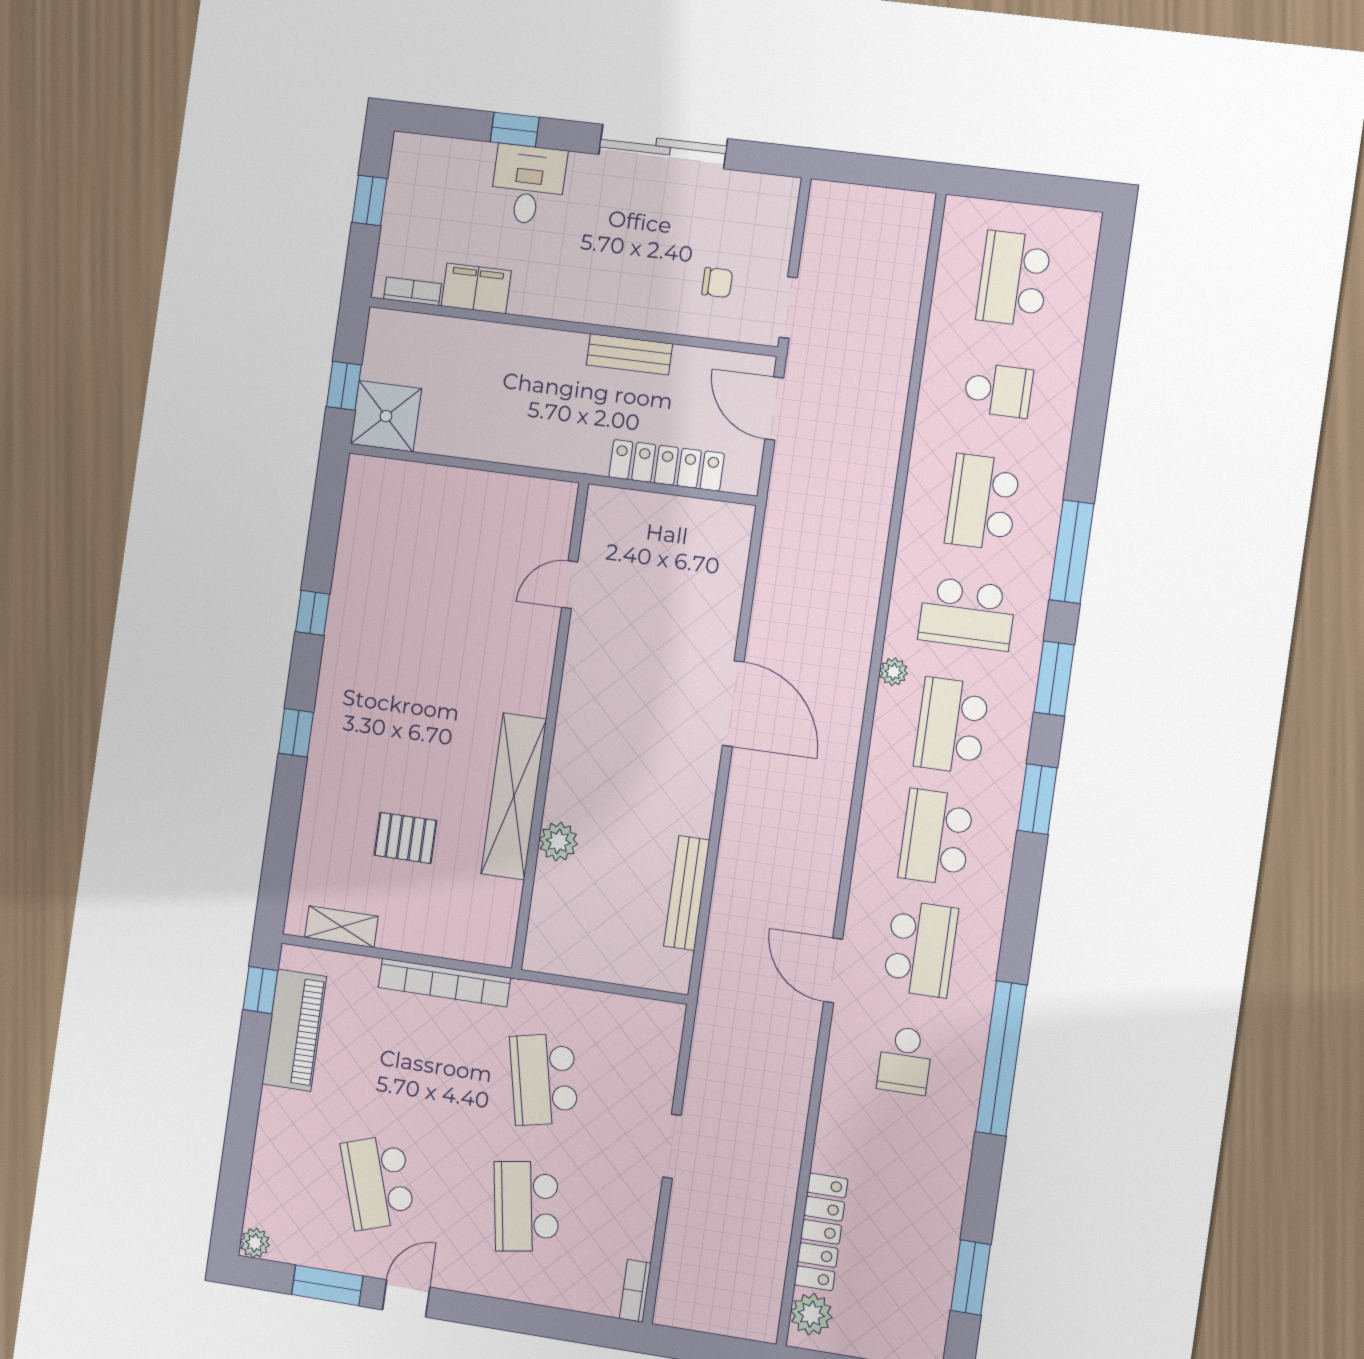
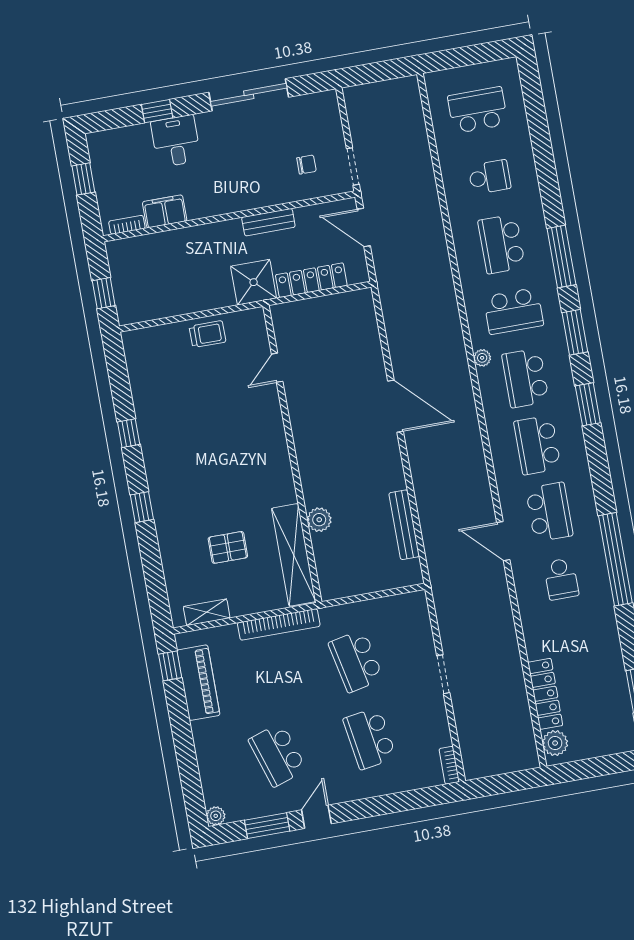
school desk: (1014, 279) -> (478, 110), turned 90
shower: (386, 416) -> (254, 282), moved
trolley: (480, 499) -> (207, 334), added
shelving: (514, 796) -> (294, 555), moved

